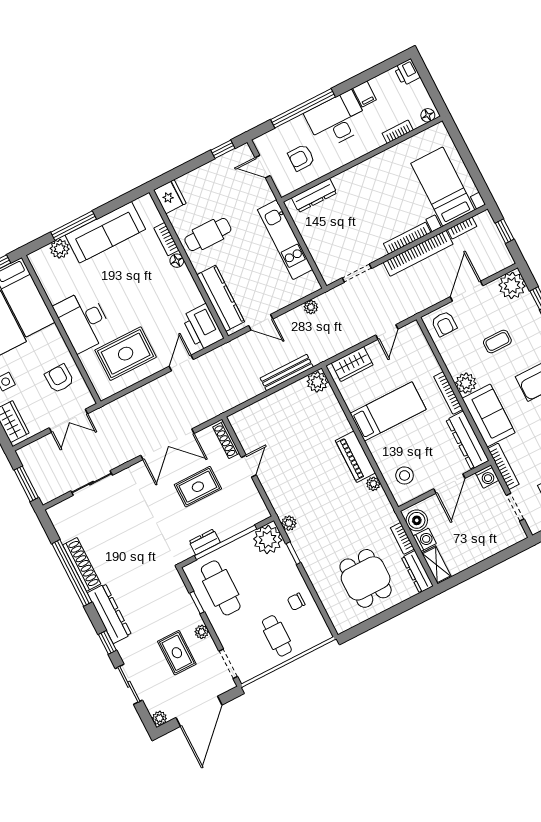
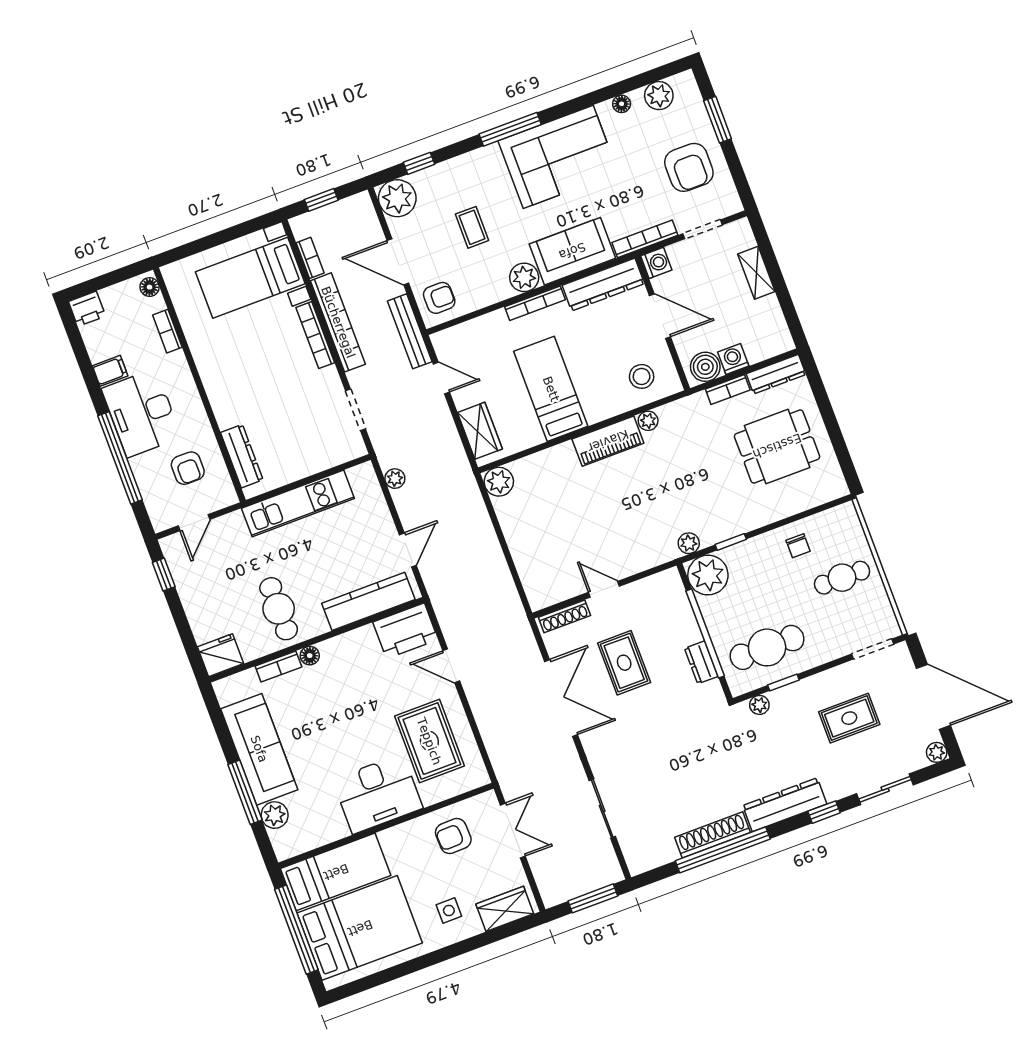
bench: (287, 373) -> (410, 331), moved
shelving: (436, 565) -> (756, 273), moved, turned 90
plant: (202, 632) -> (759, 705), moved

